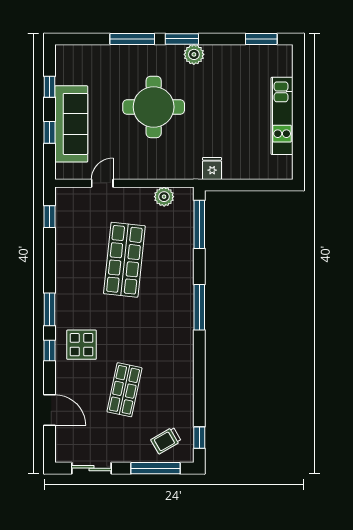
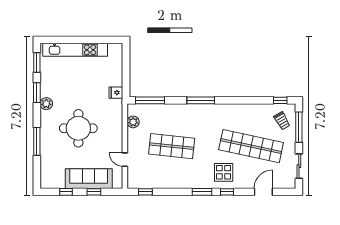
window: (182, 39) -> (37, 93), moved
kitchen unit: (282, 116) -> (75, 50), width x1.36
shop shelf: (124, 390) -> (251, 146), width x2.00, depth x1.36

